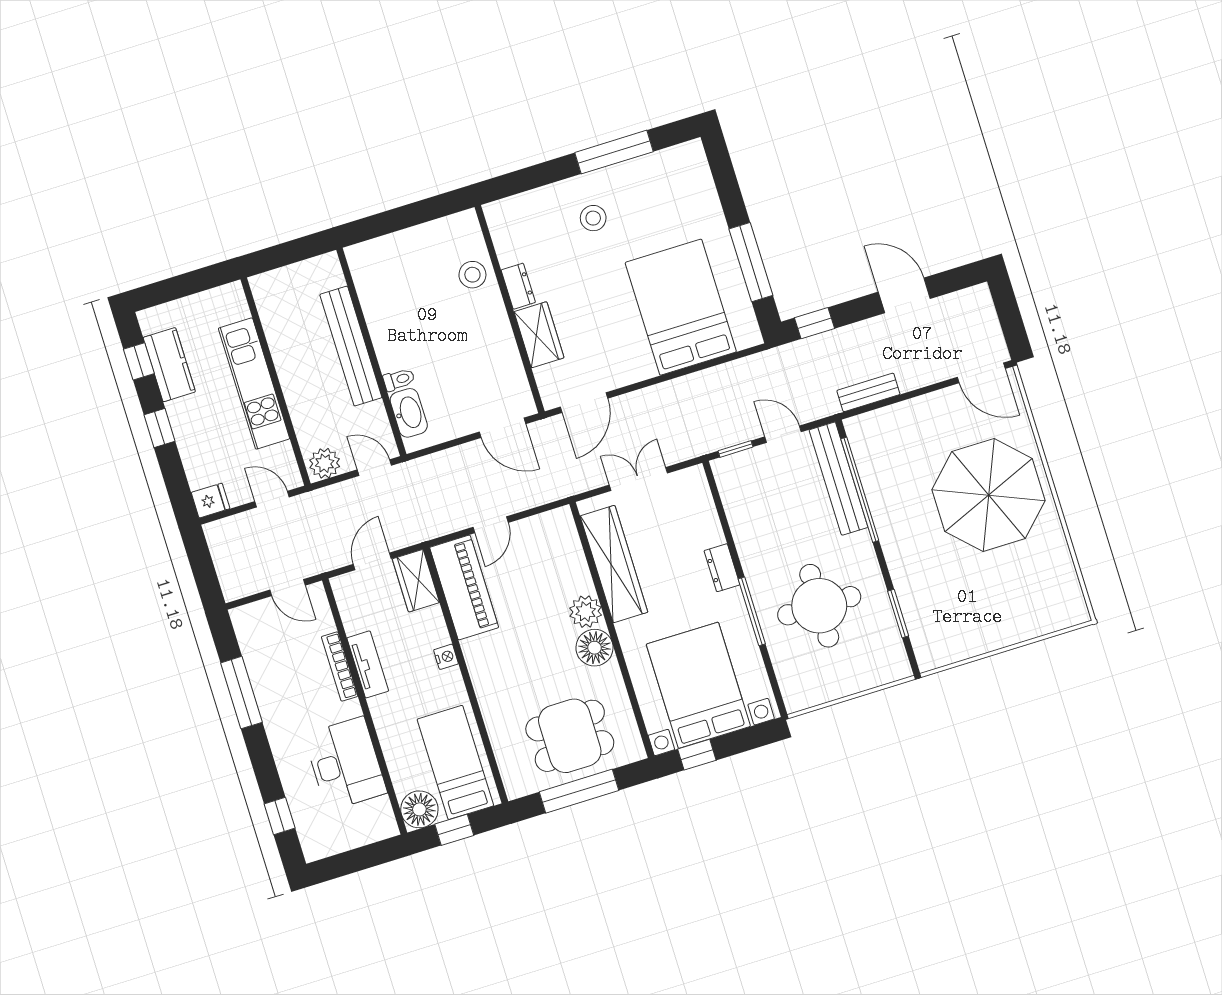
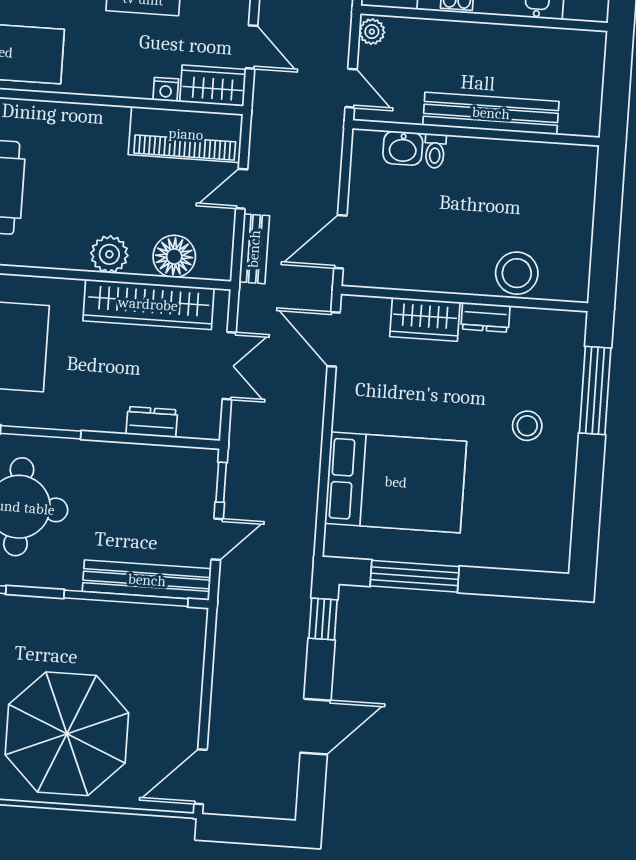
window: (614, 152) -> (595, 391), moved
stool: (472, 275) -> (517, 273), width x1.38, depth x1.38
bench: (868, 392) -> (254, 249), moved
washbasin: (409, 413) -> (403, 148), width x0.72
plant: (325, 463) -> (372, 32), width x0.73, depth x0.73
door: (374, 468) -> (351, 88), hinge flipped
door: (491, 525) -> (242, 189), hinge flipped
dresser: (722, 568) -> (152, 422), moved
floor lamp: (595, 648) -> (174, 256), moved
nightstand: (446, 657) -> (166, 90), moved

